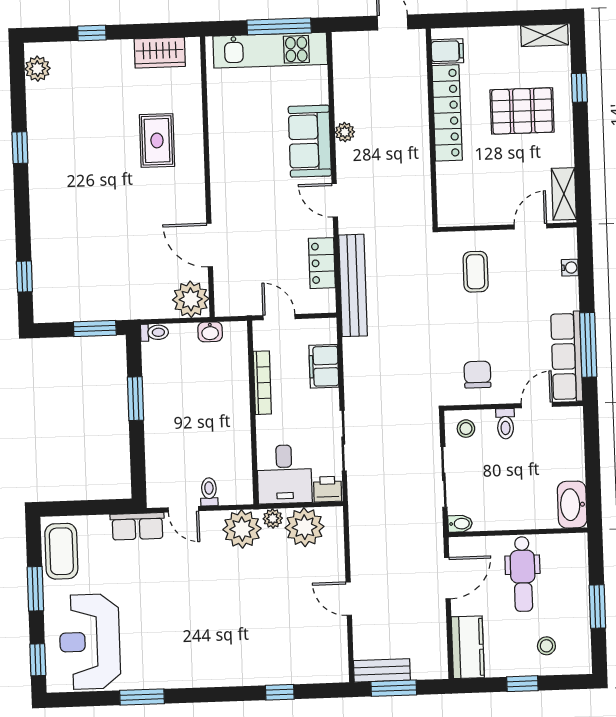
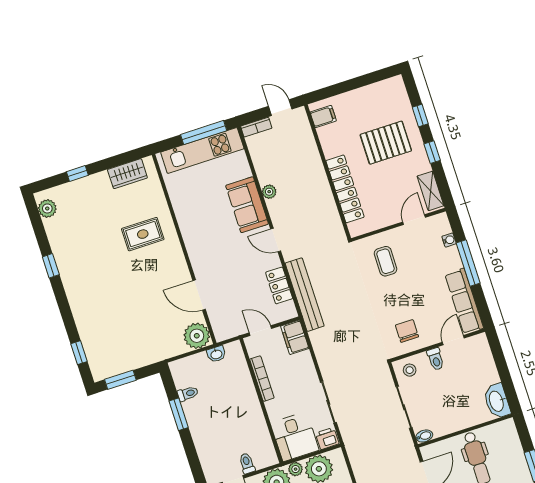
shelving: (544, 35) -> (386, 87), removed
bookcase: (352, 40) -> (256, 127), added
locker: (447, 113) -> (345, 189), moved
rug: (157, 140) -> (143, 234), turned 90
window: (581, 142) -> (432, 152), added
window: (95, 329) -> (120, 380), moved
toilet: (155, 332) -> (188, 394), moved
window: (588, 345) -> (468, 263), moved
filing cabinet: (324, 366) -> (295, 337), moved

